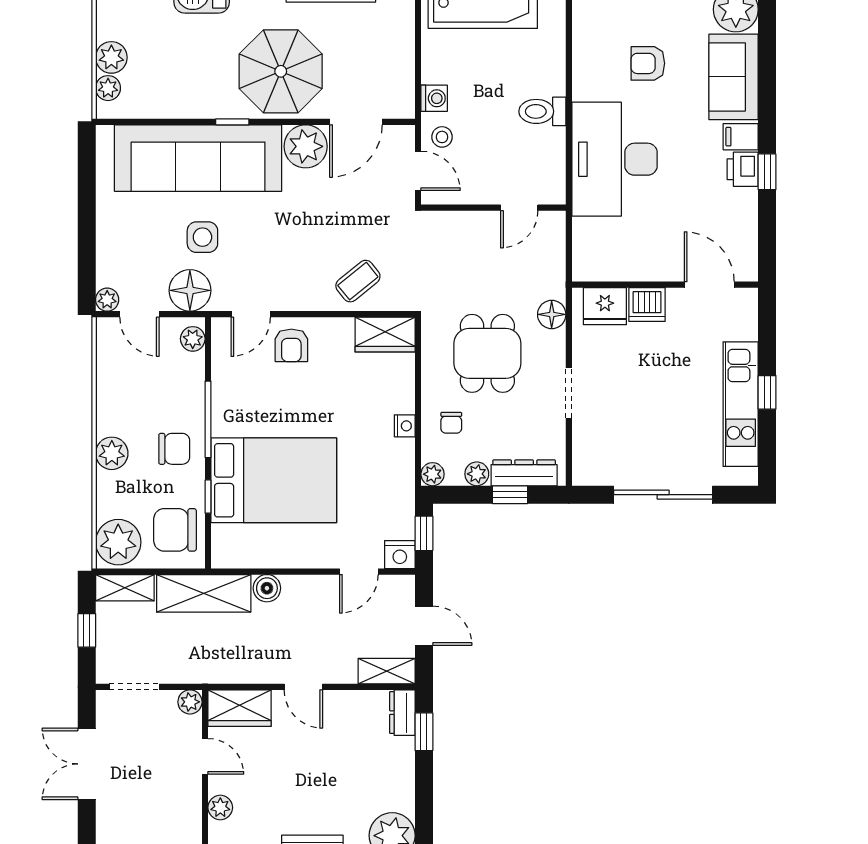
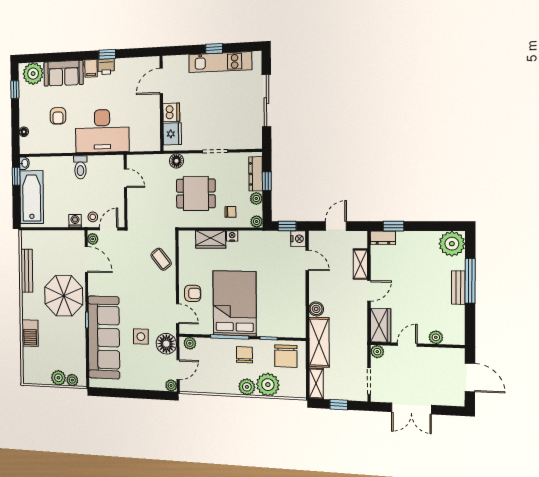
plant: (306, 146) -> (93, 239), moved, width x0.53, depth x0.53
wardrobe: (385, 335) -> (211, 239), moved, turned 90
bed: (274, 480) -> (235, 303), moved
plant: (118, 542) -> (268, 385), moved
shelving: (387, 671) -> (360, 264), moved

